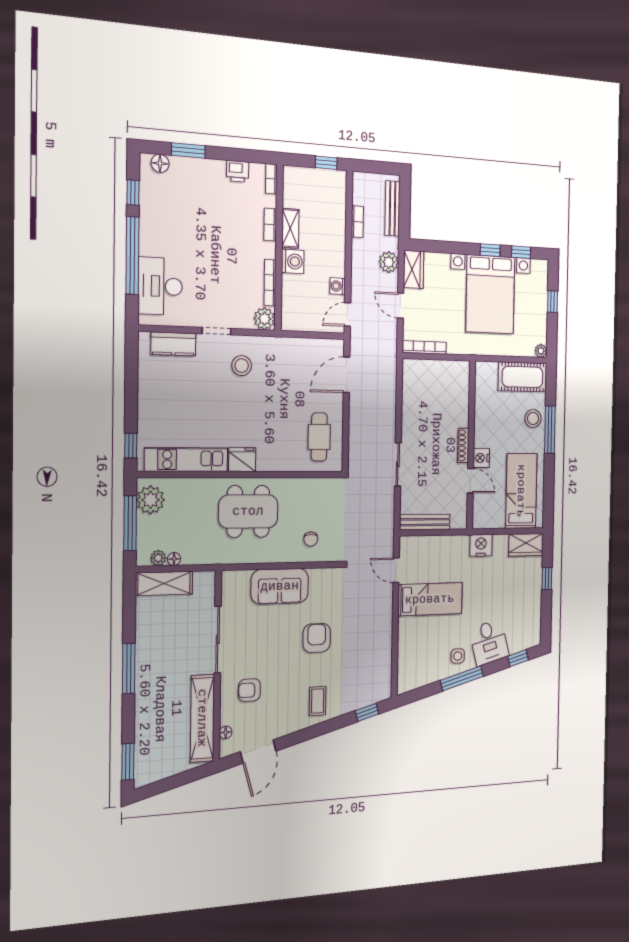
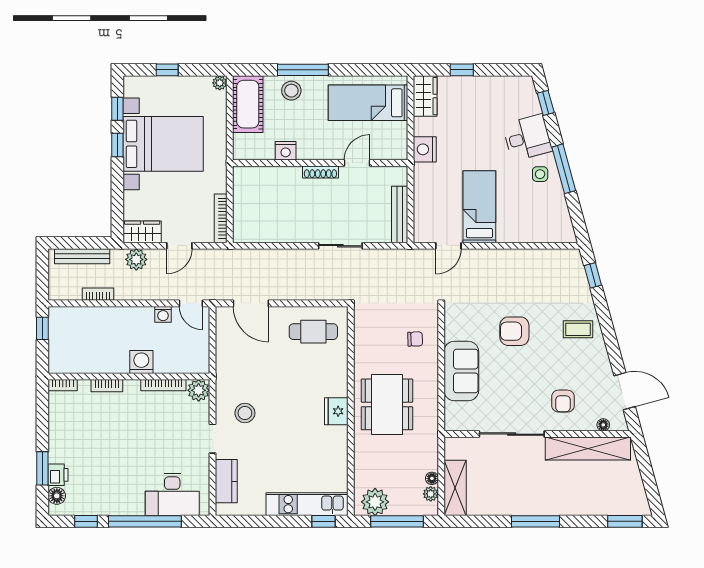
printer: (238, 171) -> (58, 475), moved
shelving: (290, 228) -> (109, 365), removed
nightstand: (481, 458) -> (286, 151), moved
kitchen unit: (186, 460) -> (307, 504), moved, turned 90

